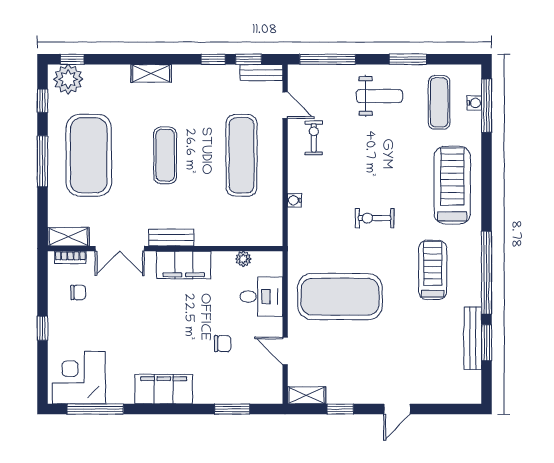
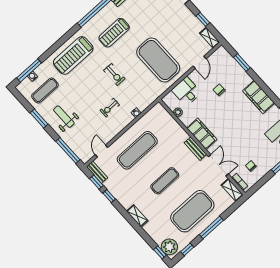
exercise bike: (314, 138) -> (110, 108), moved

